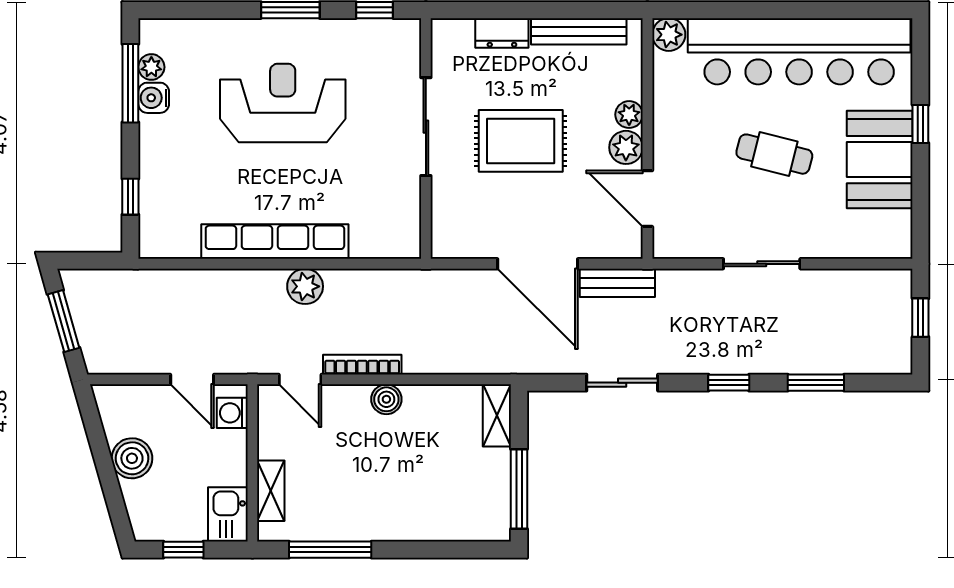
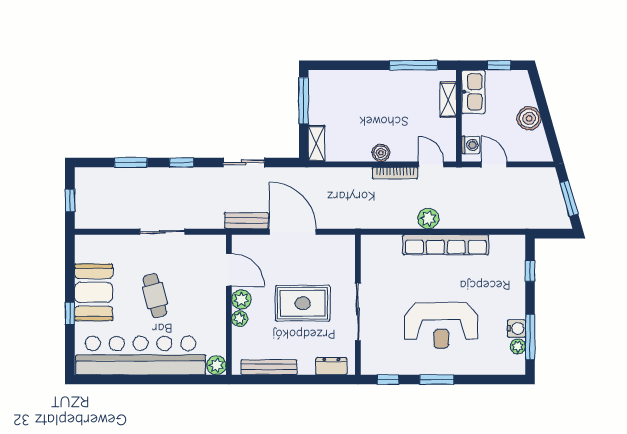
dresser: (502, 33) -> (331, 366), moved
cafe table: (774, 154) -> (155, 296), turned 62
kitchen sink: (228, 514) -> (473, 92), width x1.38

